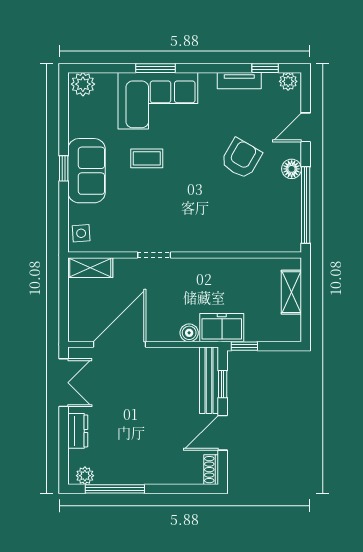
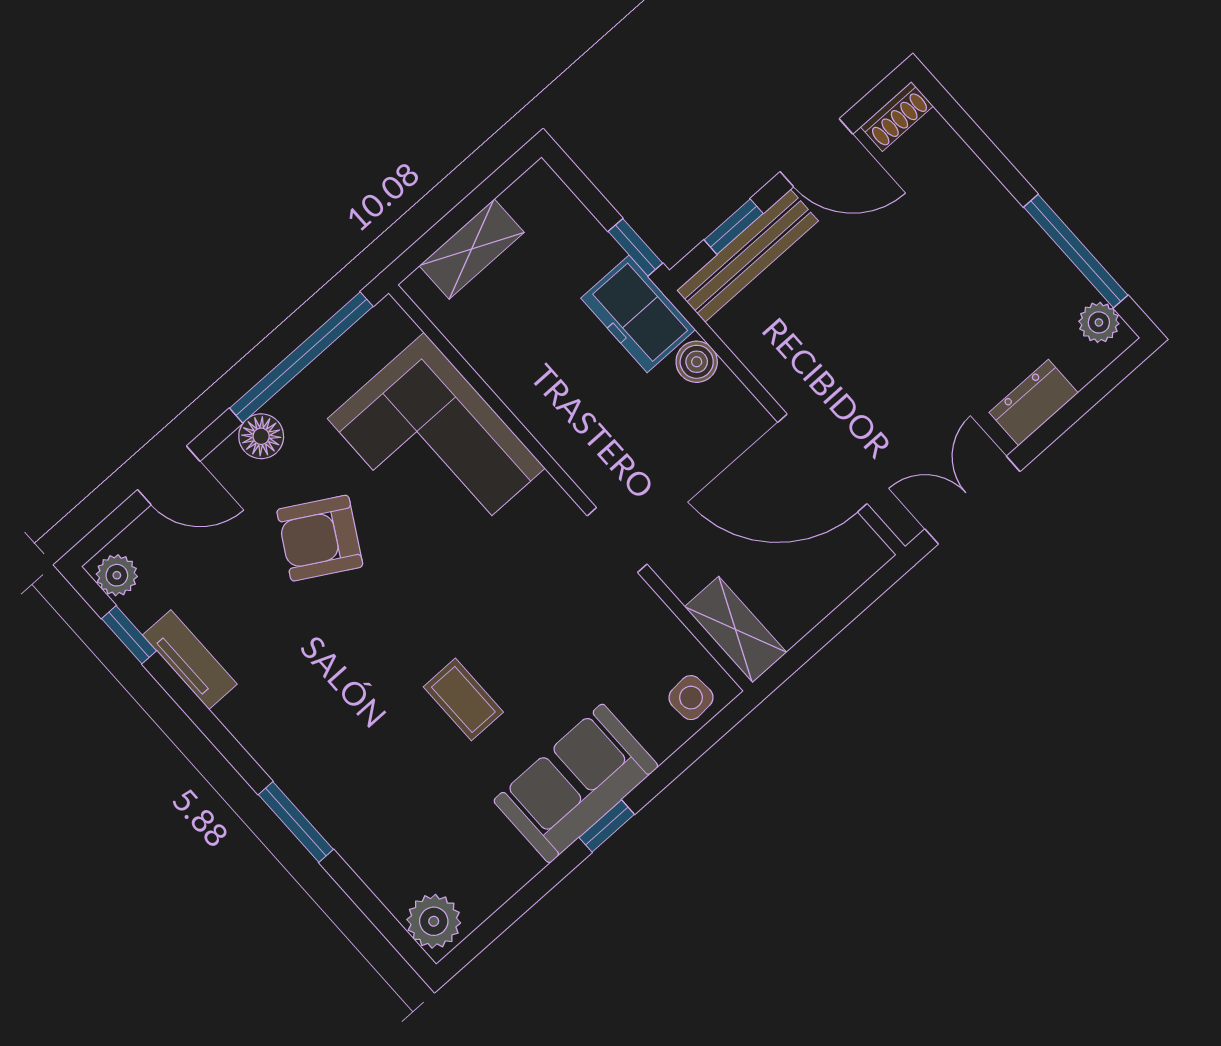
corner sofa: (158, 101) -> (436, 443), moved, turned 180

